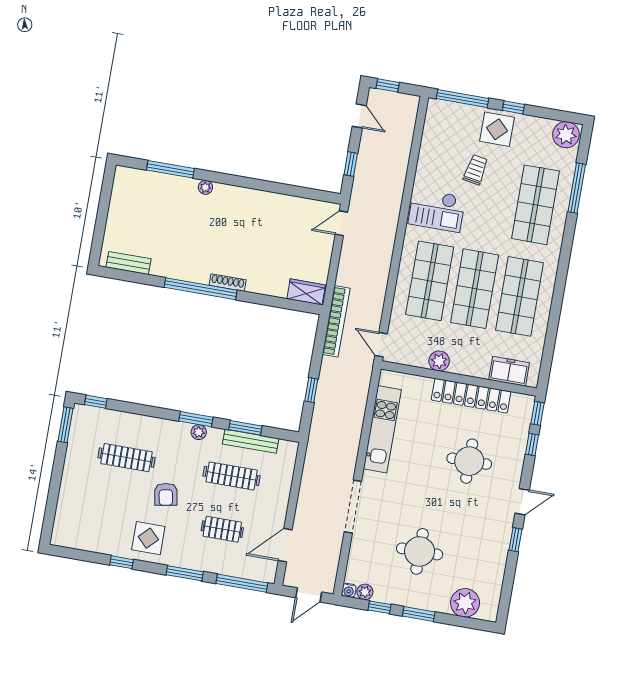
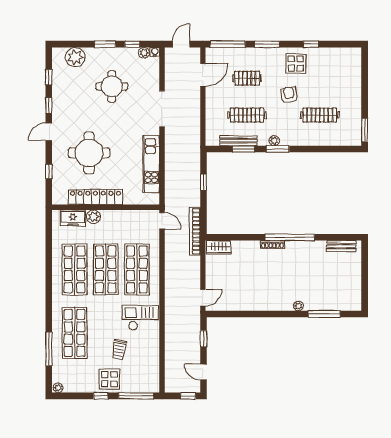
plant: (566, 135) -> (58, 388), width x0.53, depth x0.53
plant: (439, 361) -> (93, 217), moved
window: (96, 402) -> (347, 149), removed
window: (537, 413) -> (49, 77), moved
round table: (469, 461) -> (89, 153), width x1.36, depth x1.36

